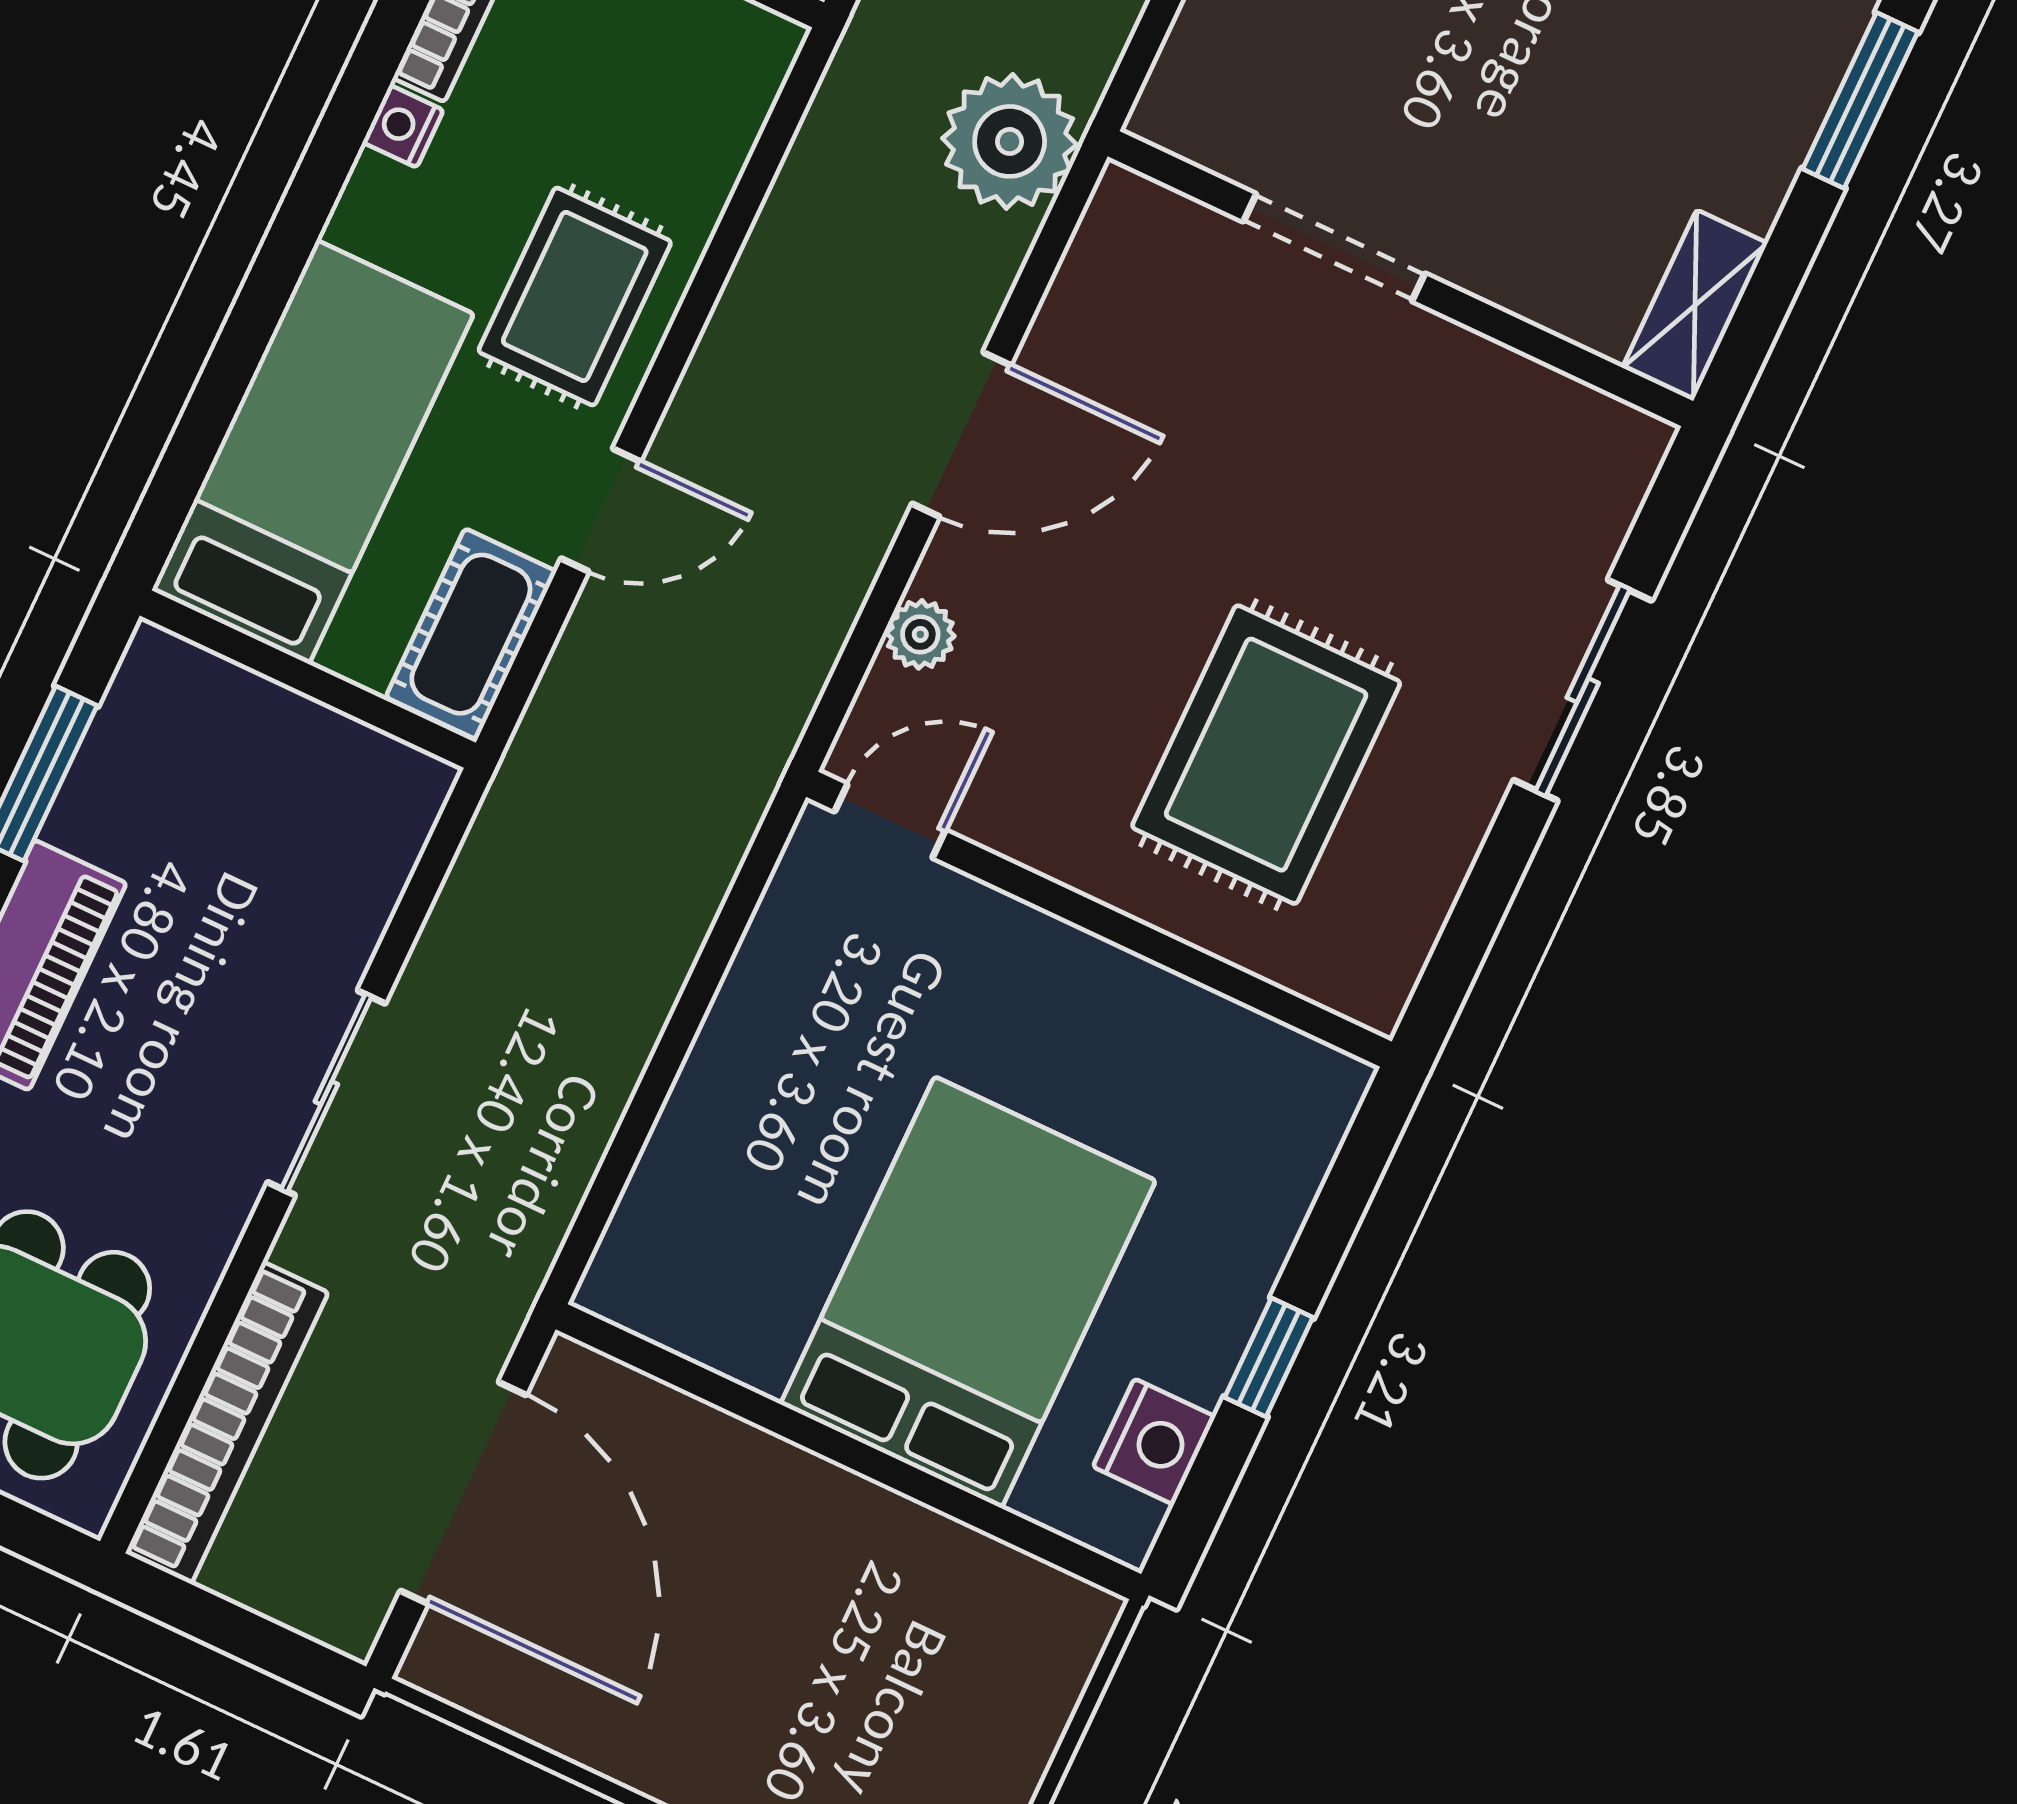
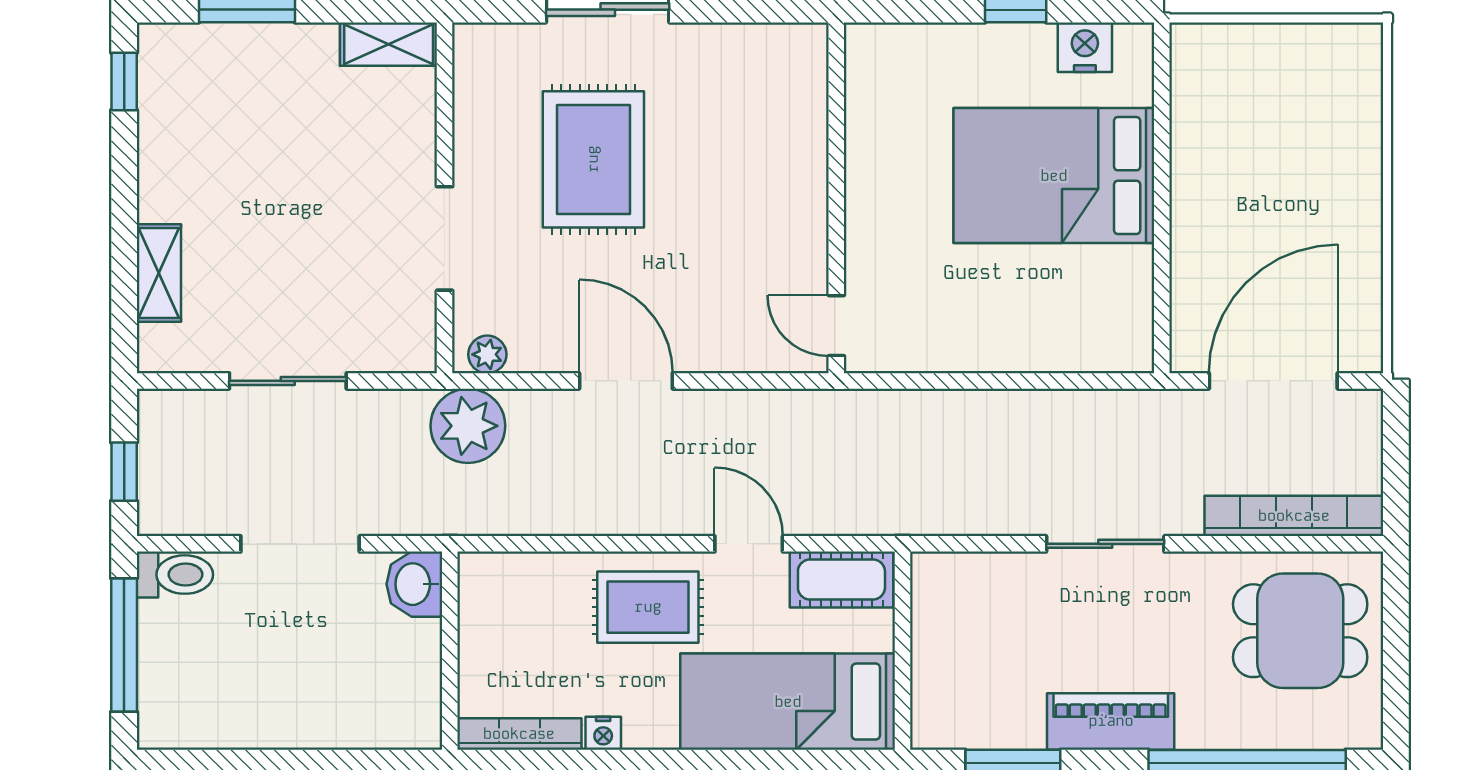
plant: (920, 634) -> (487, 354), moved
rug: (1266, 755) -> (593, 159), moved, turned 90

